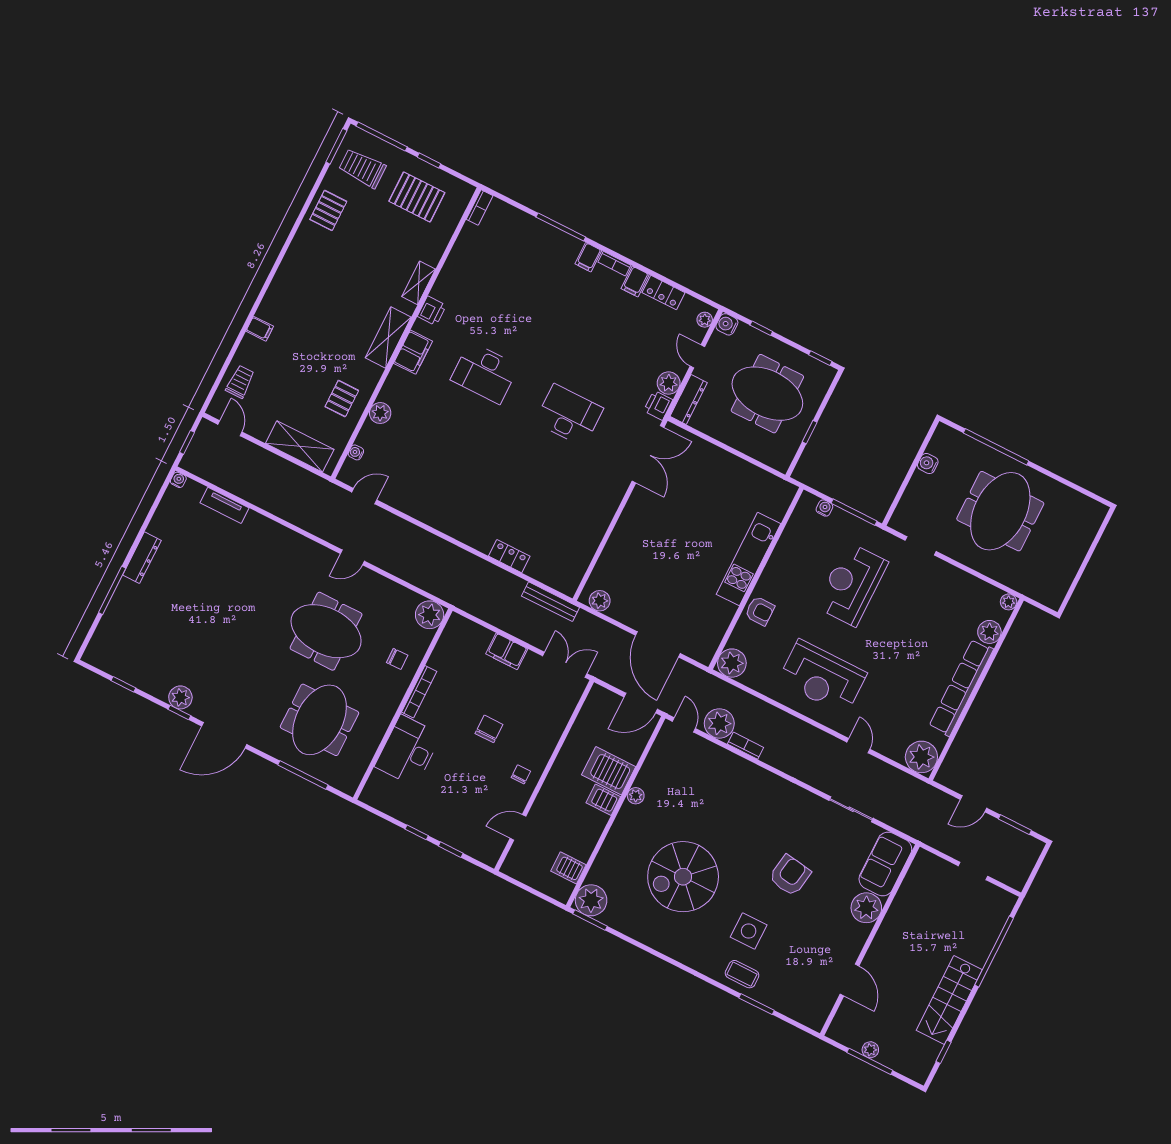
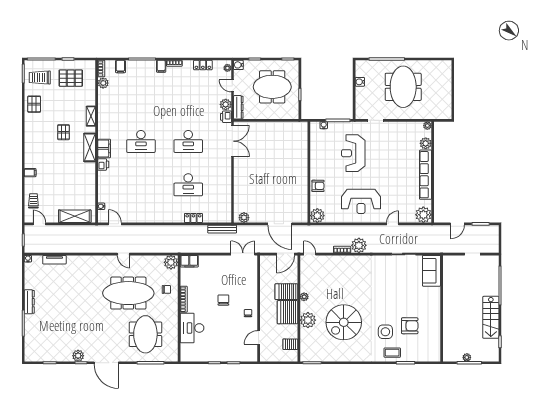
filing cabinet: (635, 281) -> (120, 67), moved
printer: (432, 311) -> (103, 164), moved
pallet: (342, 399) -> (63, 132), moved
plant: (380, 413) -> (103, 83), moved
desk: (569, 415) -> (188, 141), turned 180
desk: (530, 492) -> (188, 185), added
door: (364, 496) -> (115, 224), hinge flipped
door: (352, 557) -> (123, 254), hinge flipped
kitchen unit: (749, 559) -> (301, 165), removed
meeting table: (326, 631) -> (128, 293), width x1.36
filing cabinet: (507, 651) -> (189, 261), moved
plant: (719, 723) -> (359, 245), moved
door: (224, 735) -> (106, 363), hinge flipped
door: (858, 746) -> (393, 224), hinge flipped
server rack: (603, 800) -> (287, 312), width x2.18, depth x1.44
armchair: (790, 875) -> (410, 326), moved, turned 81
plant: (591, 900) -> (308, 320), moved
plant: (866, 908) -> (433, 295), removed
door: (850, 980) -> (442, 331), removed

